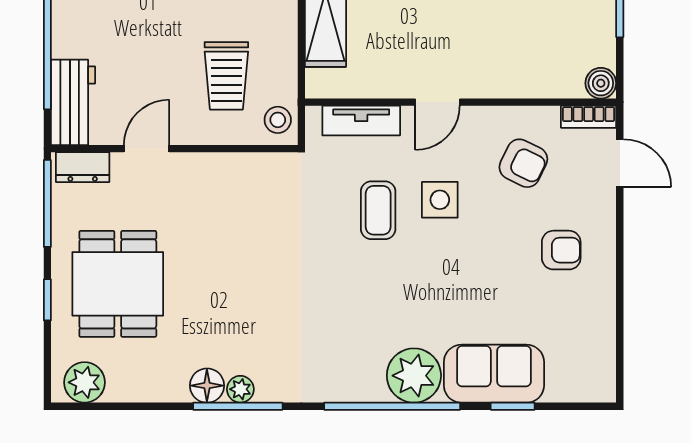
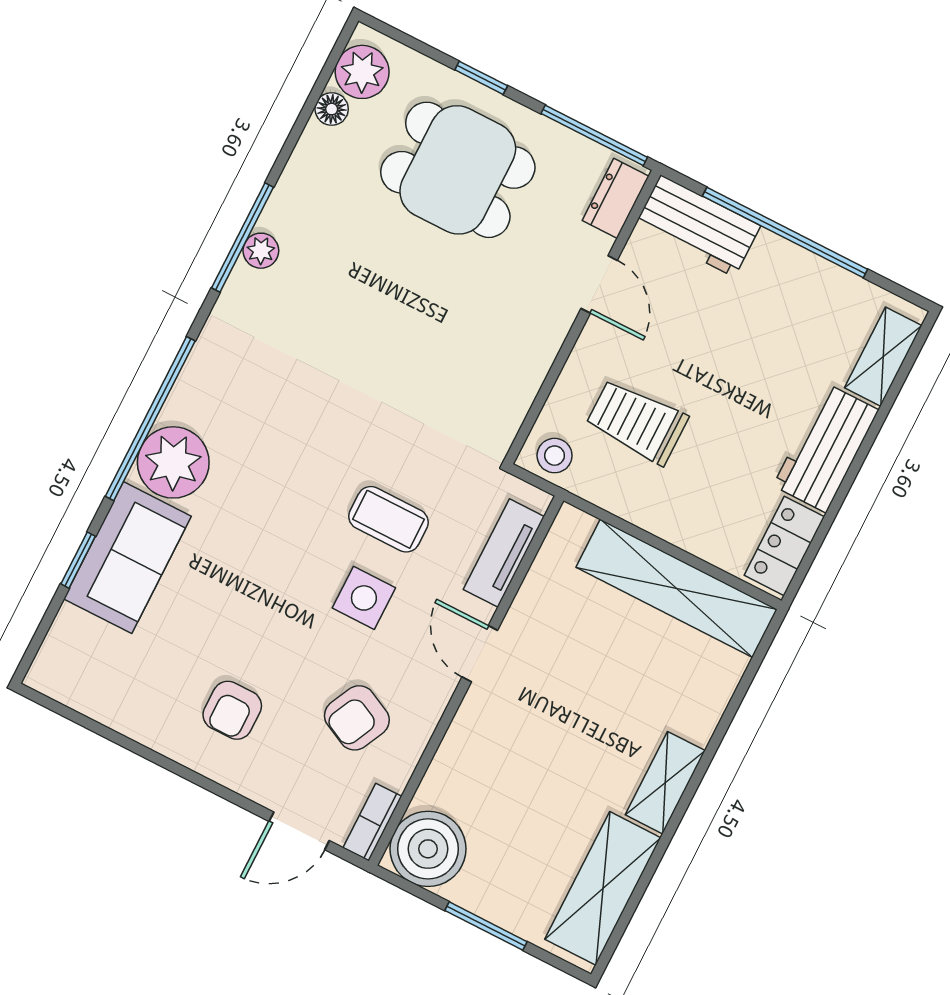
boiler: (601, 83) -> (428, 849), width x1.86, depth x1.86
floor lamp: (207, 386) -> (332, 109), moved, width x0.73, depth x0.73

